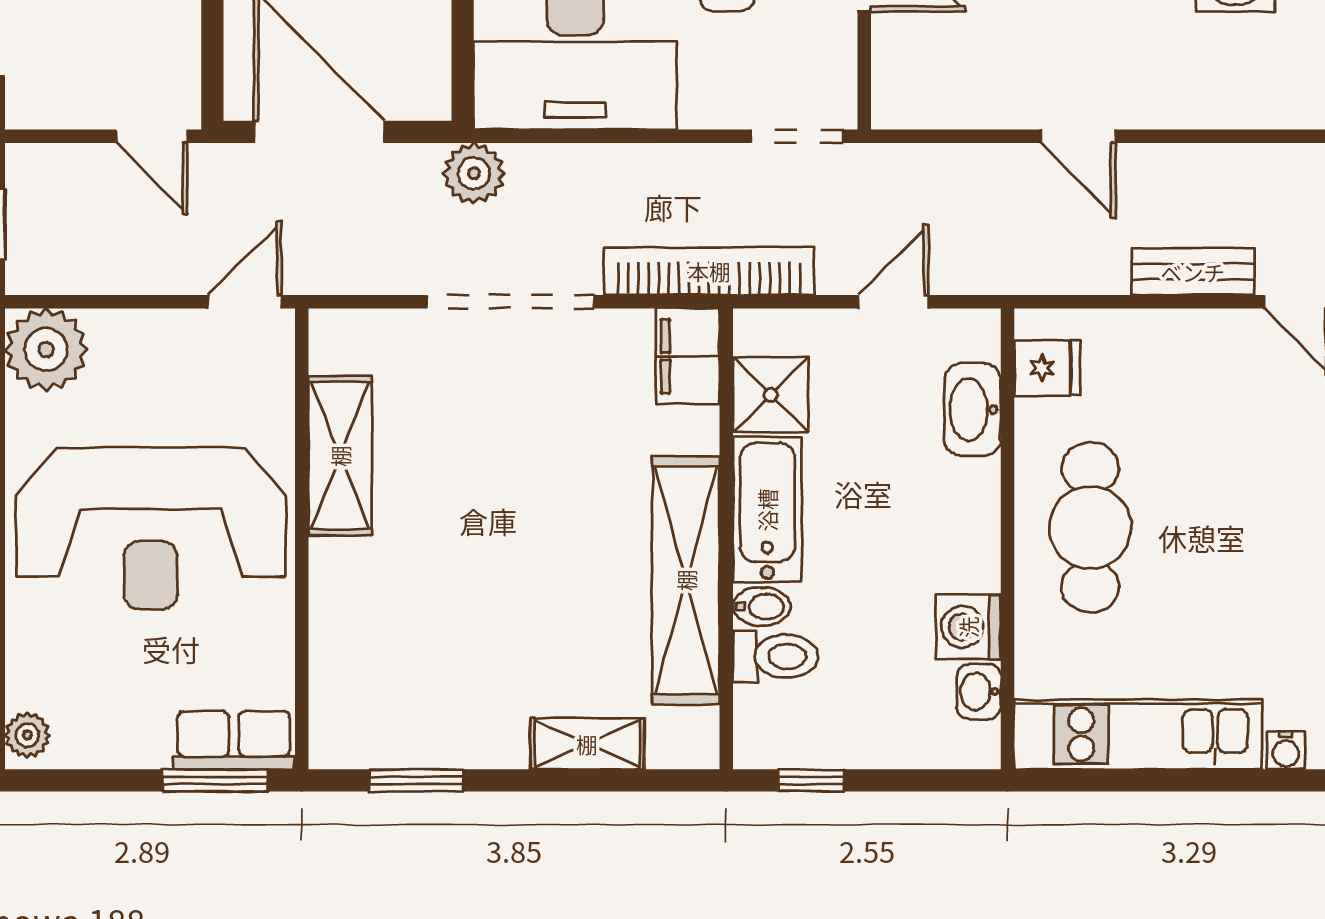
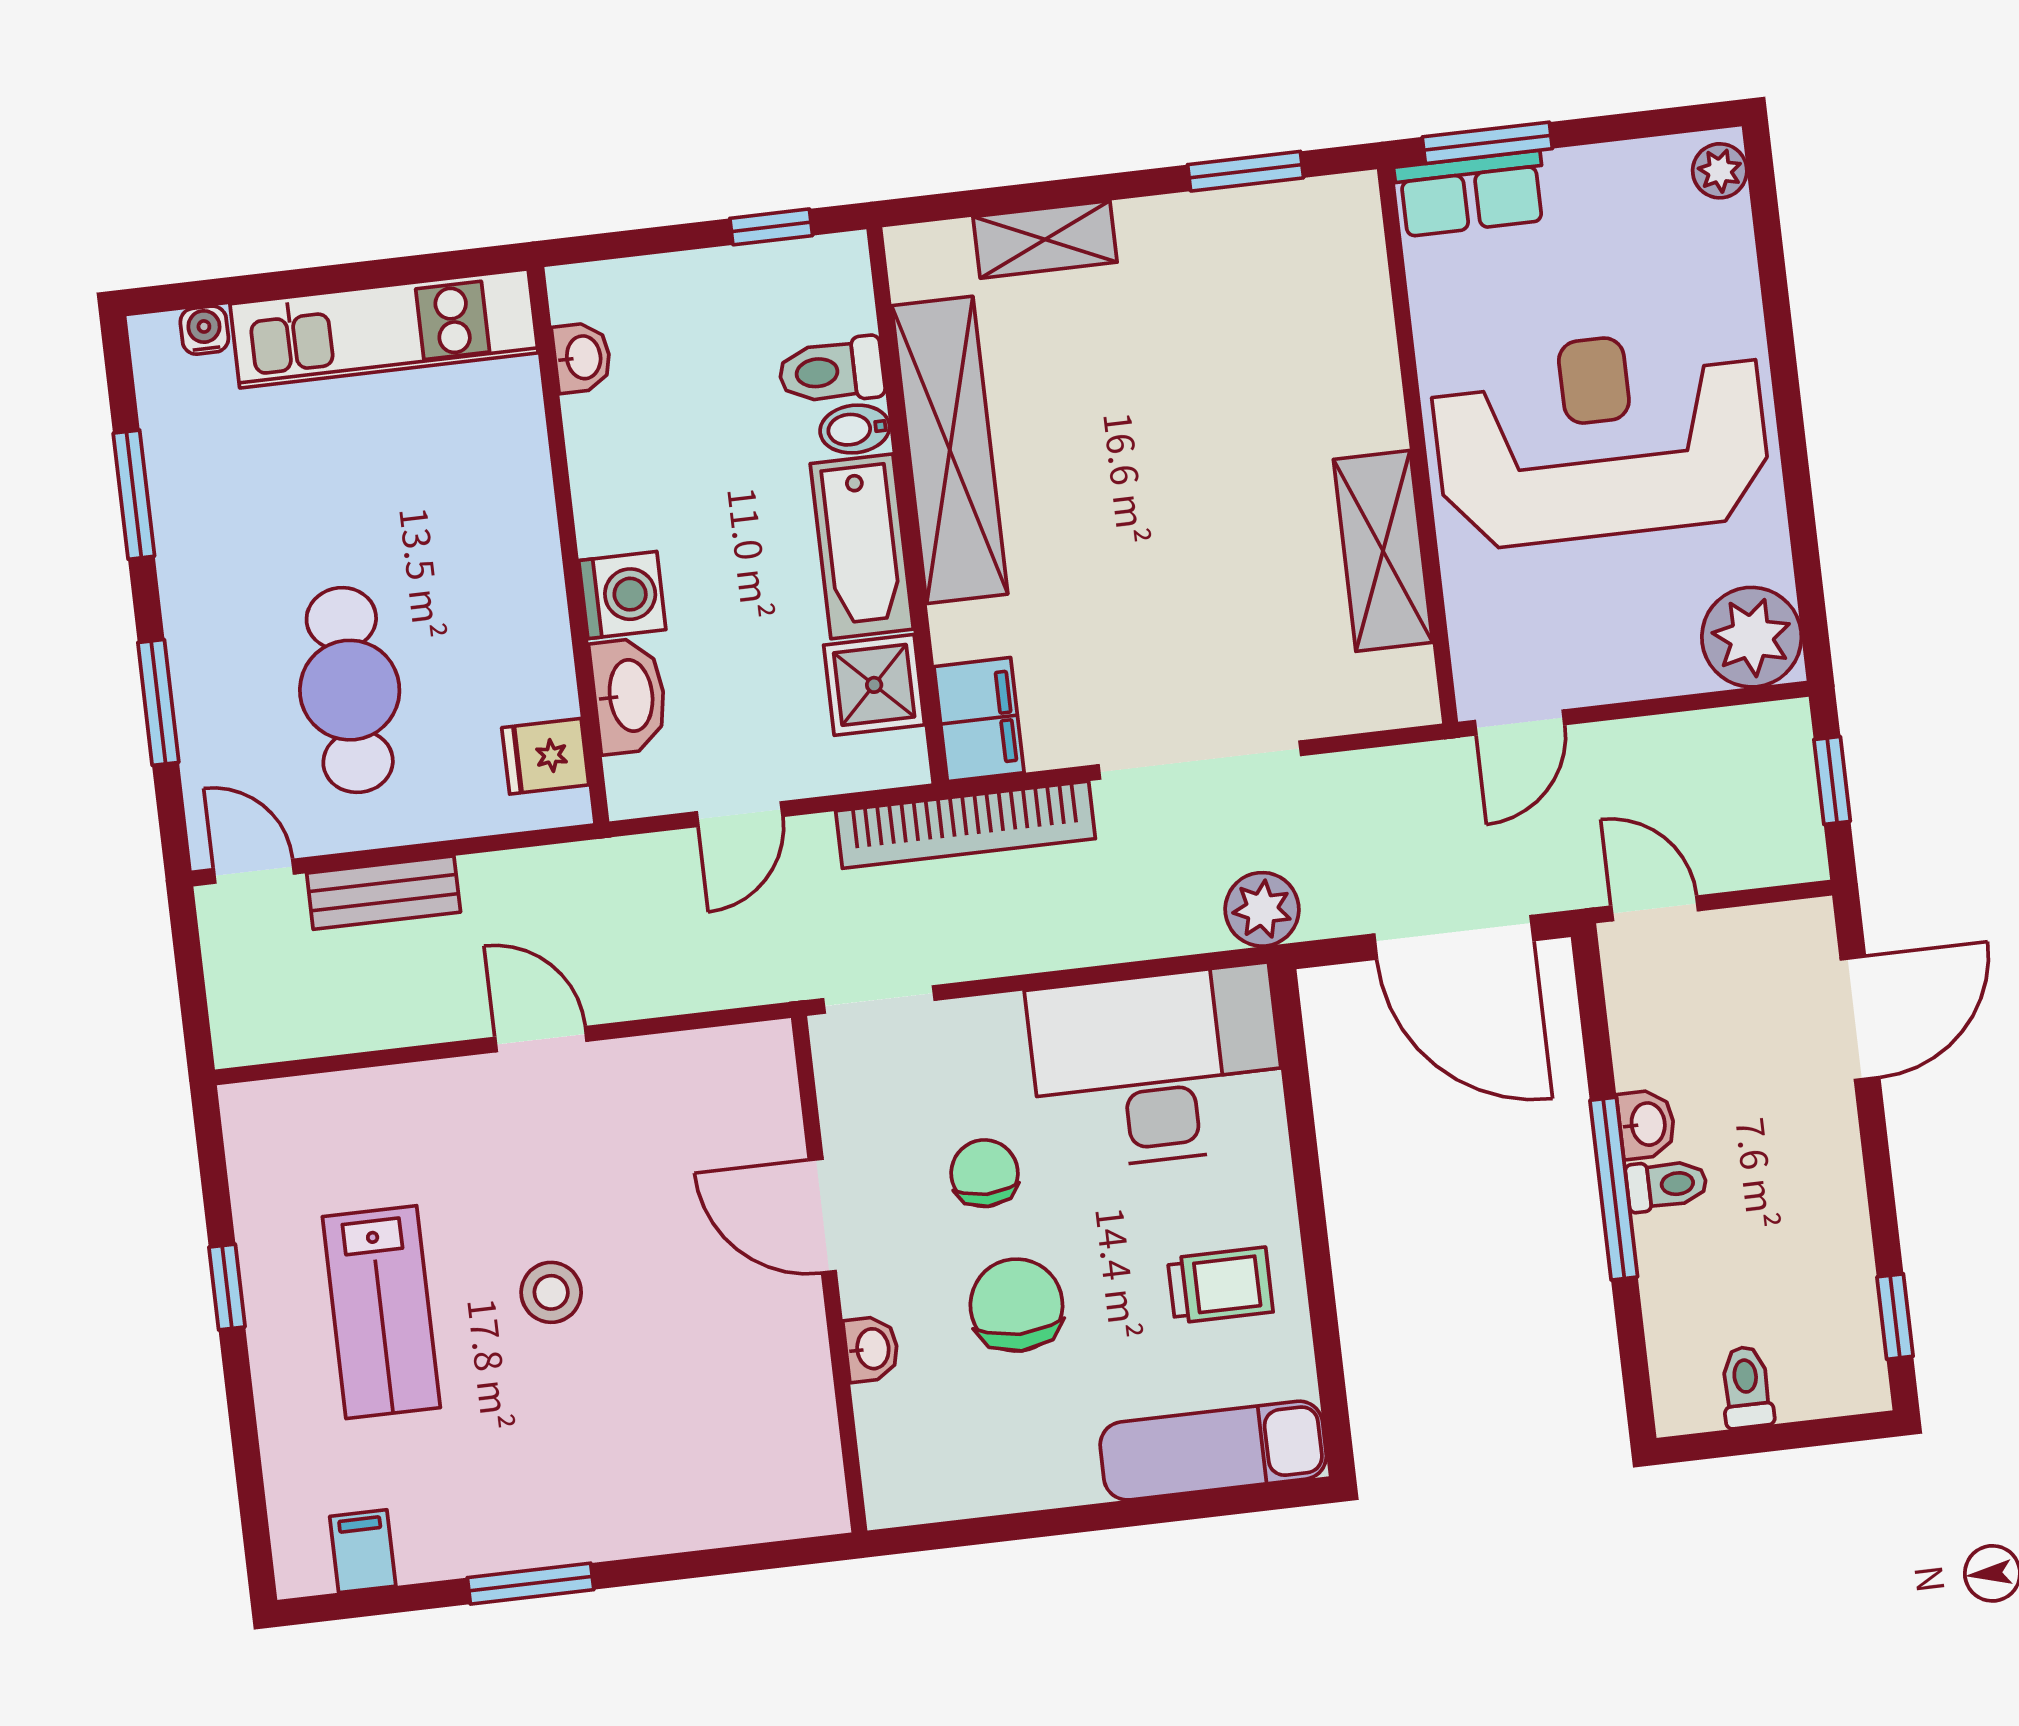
cafe table: (1090, 527) -> (350, 690), moved
washing machine: (968, 627) -> (622, 595), moved

